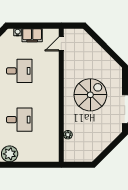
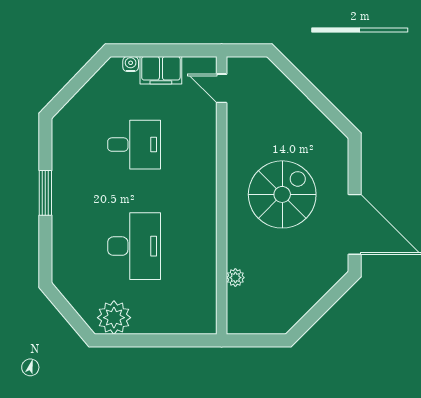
door: (61, 44) -> (222, 88), hinge flipped
desk: (19, 120) -> (134, 246), width x1.37

